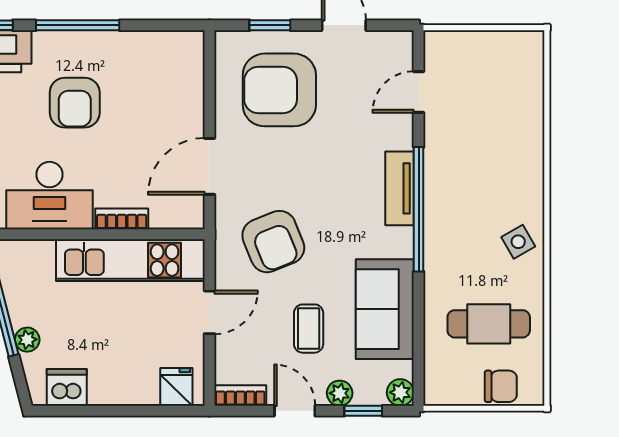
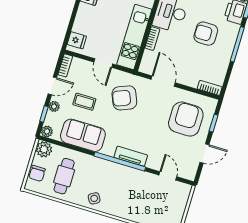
bookcase: (194, 58) -> (210, 88), added
plant: (442, 387) -> (44, 149), added

